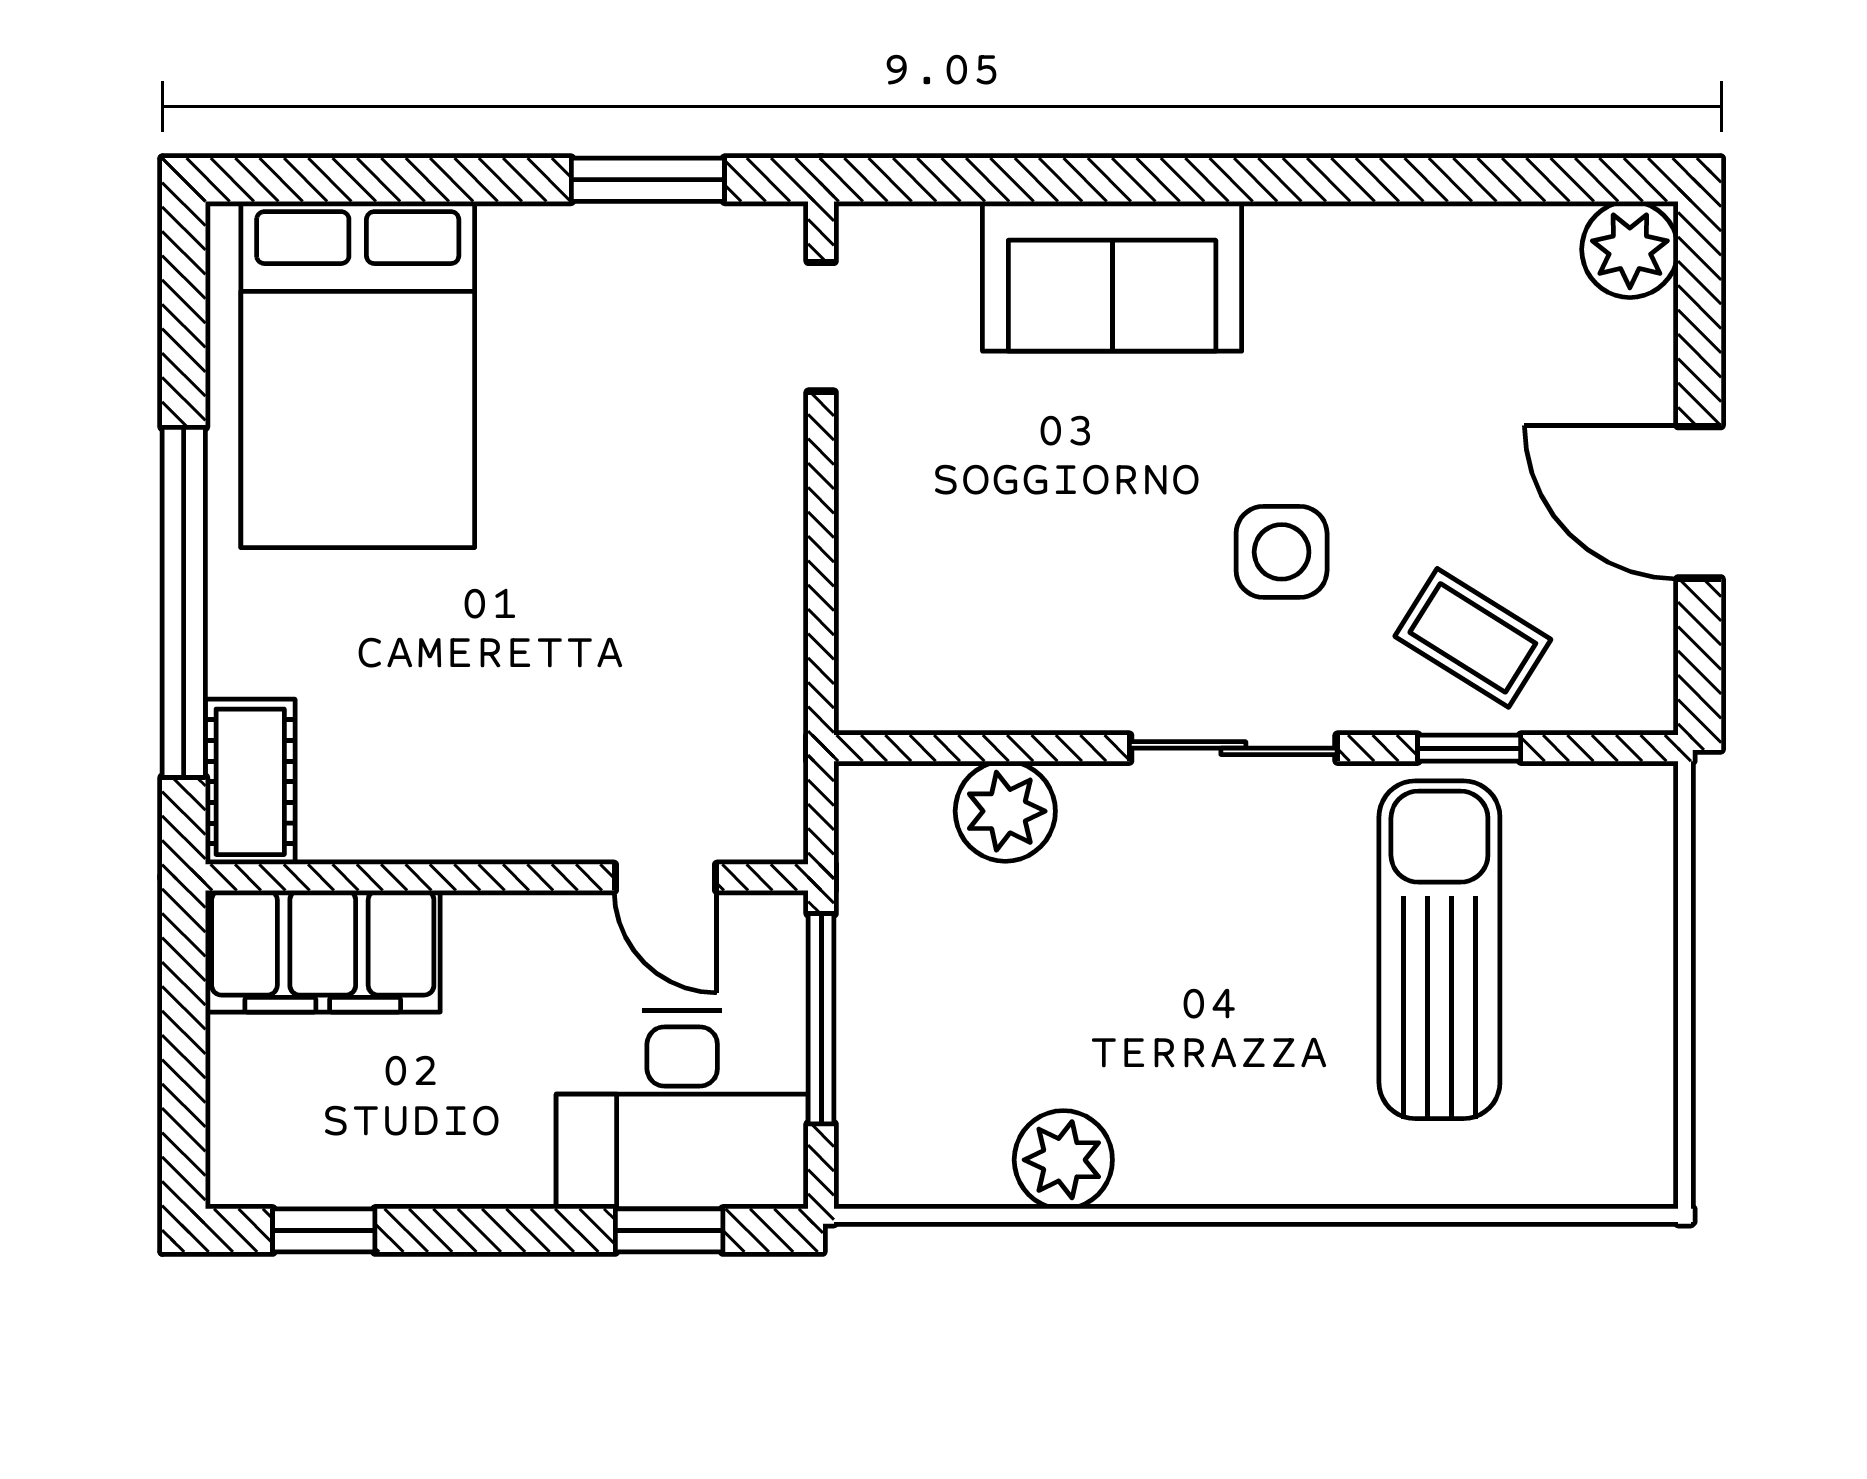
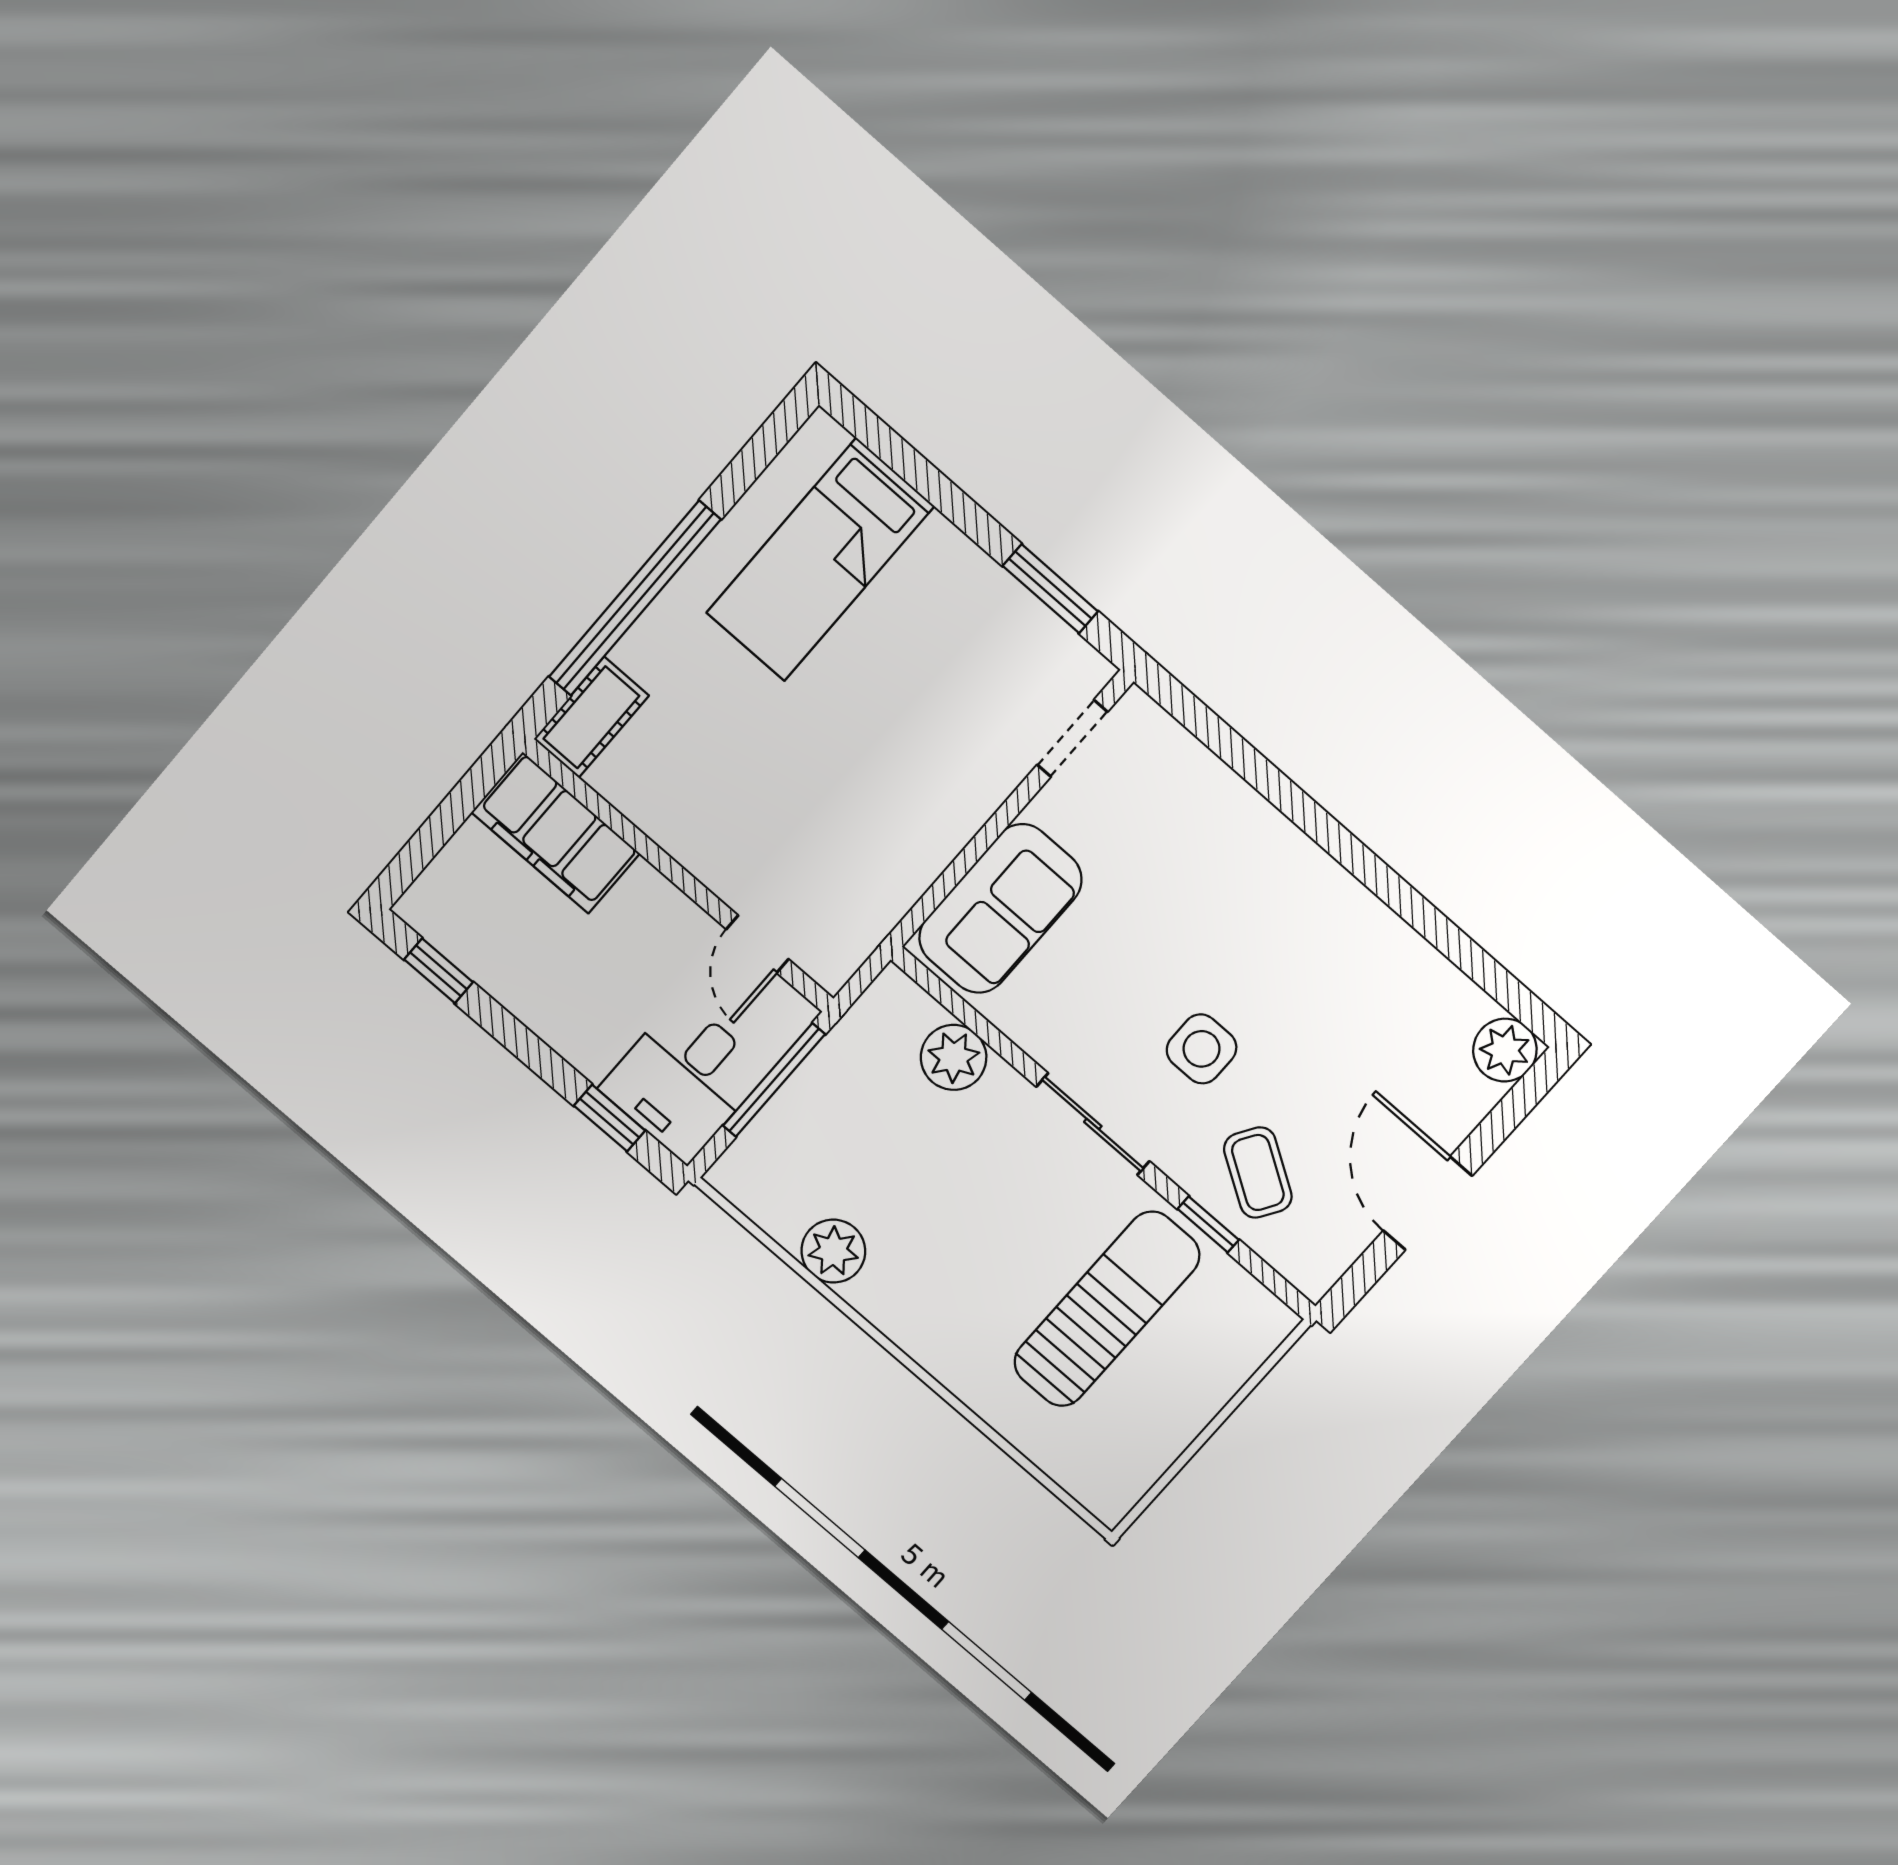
sofa: (1112, 276) -> (1000, 909), moved, turned -90
bed: (358, 374) -> (820, 560), width x0.67
desk: (682, 1110) -> (684, 1080), width x0.73

